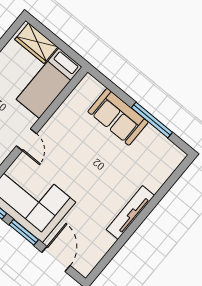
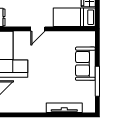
tv unit: (130, 212) -> (64, 108), moved

